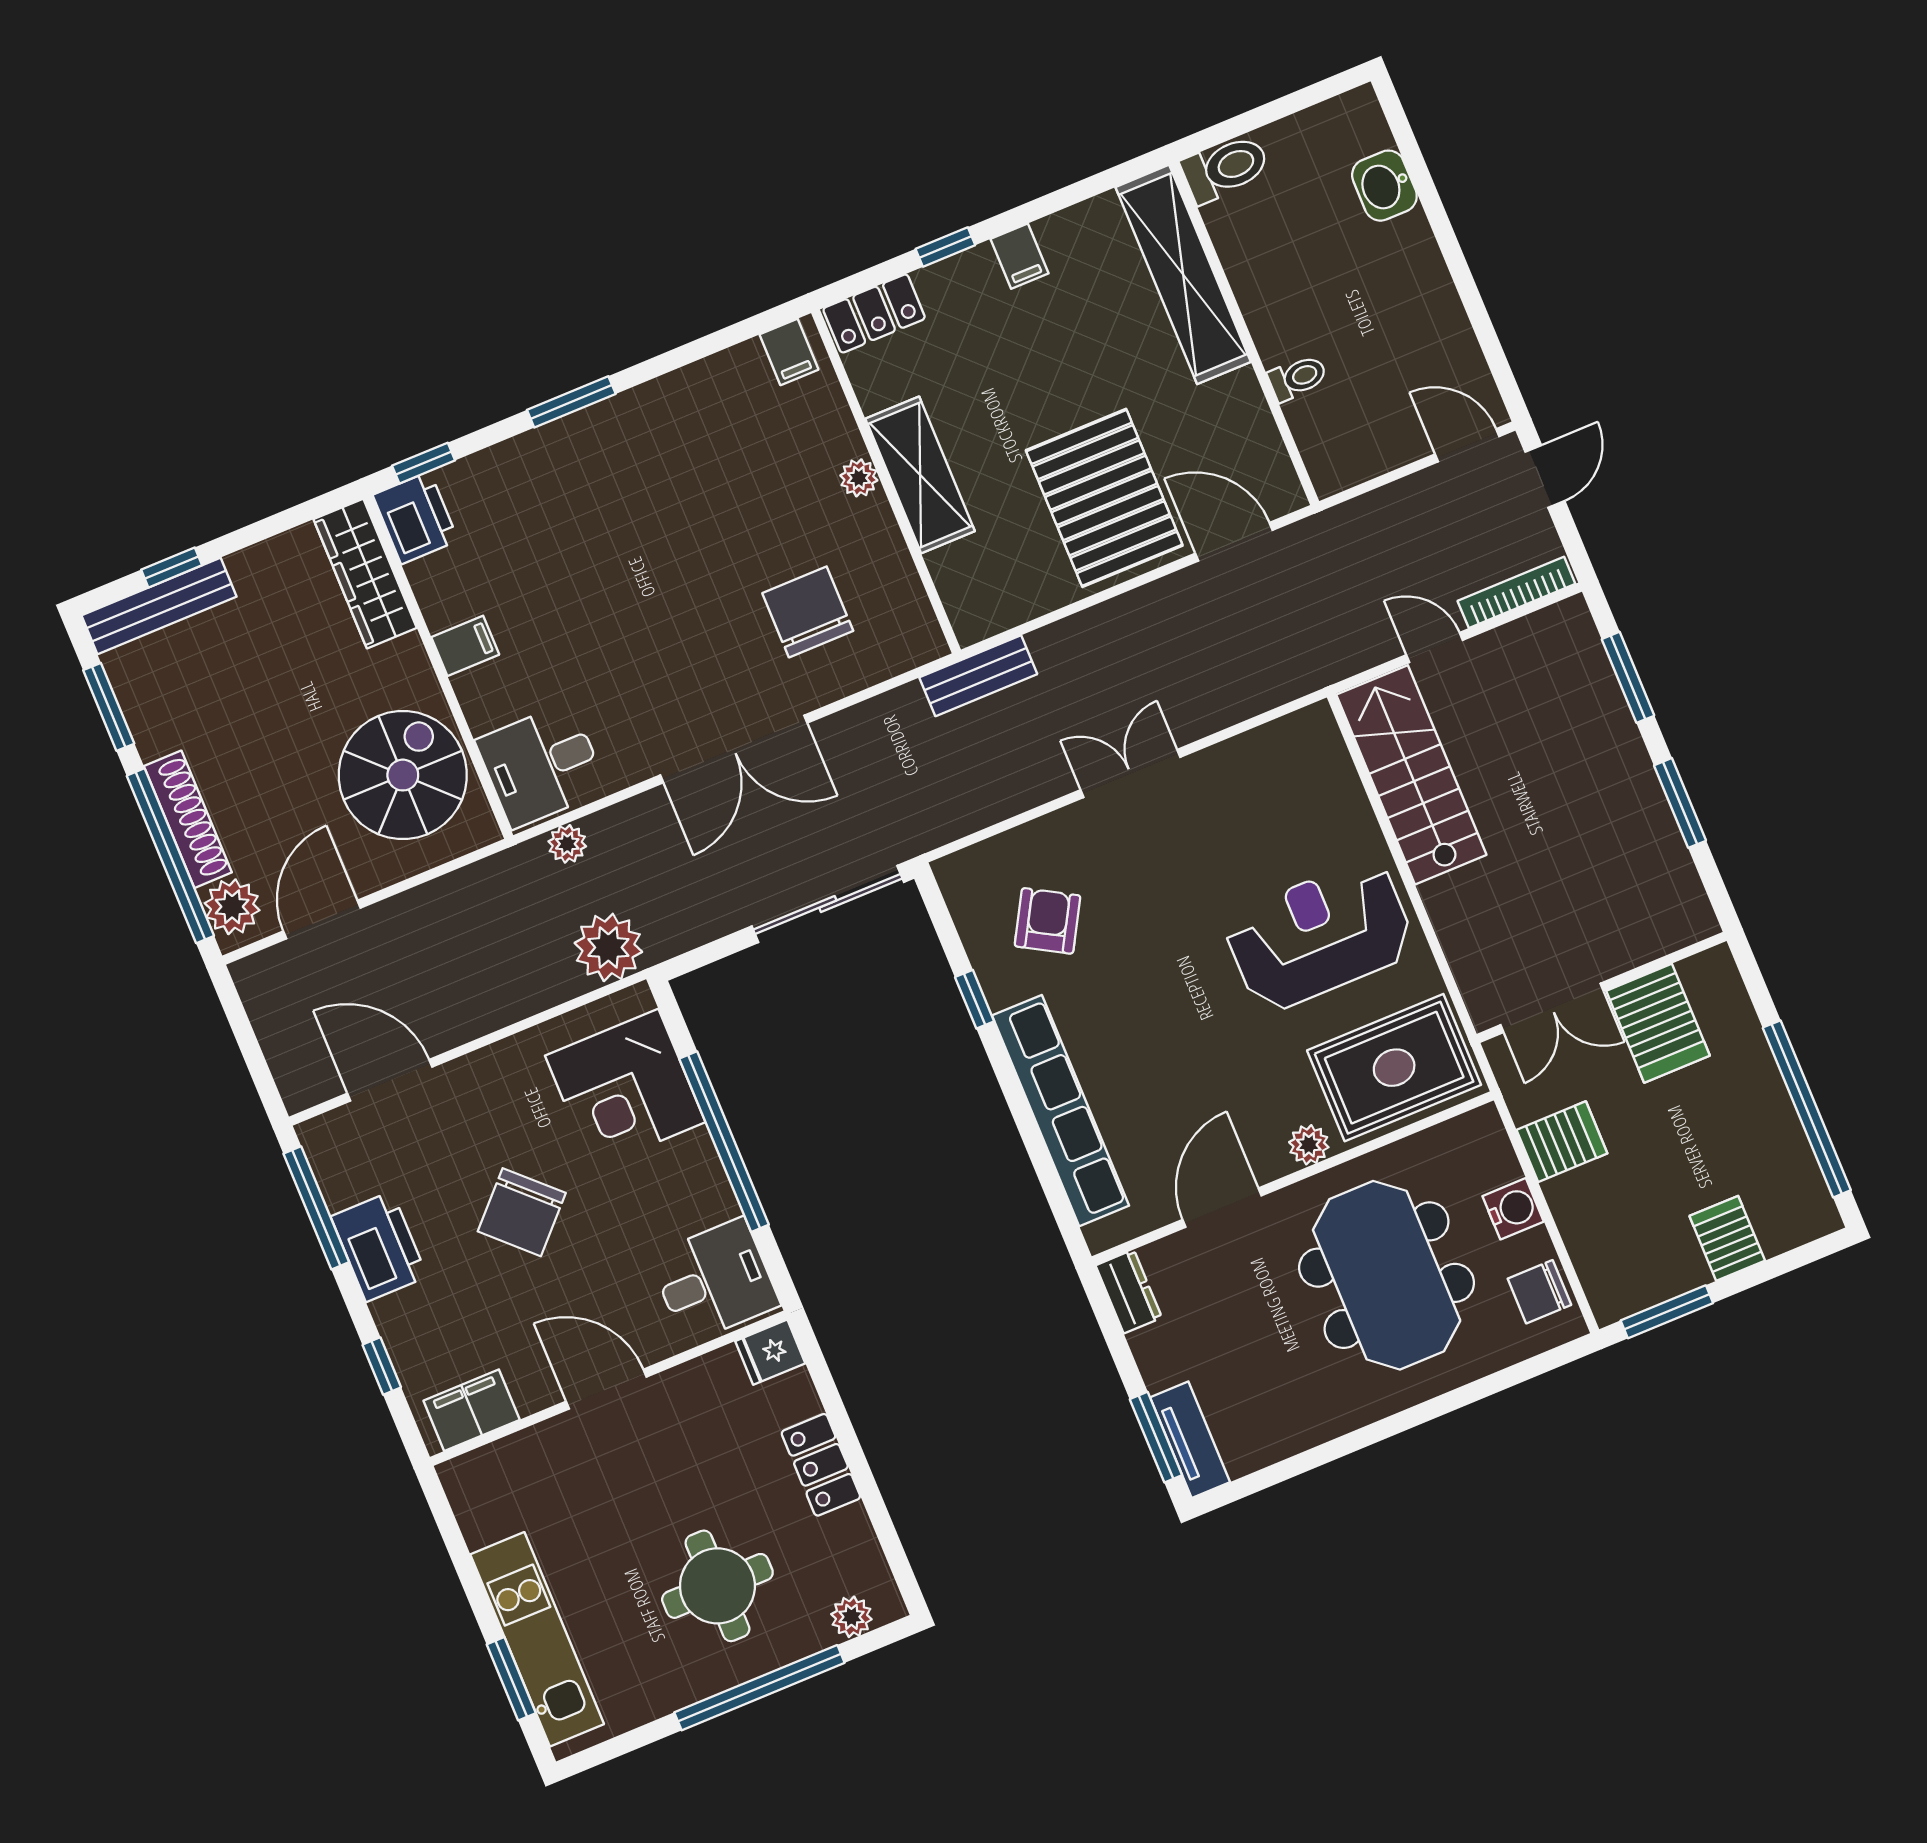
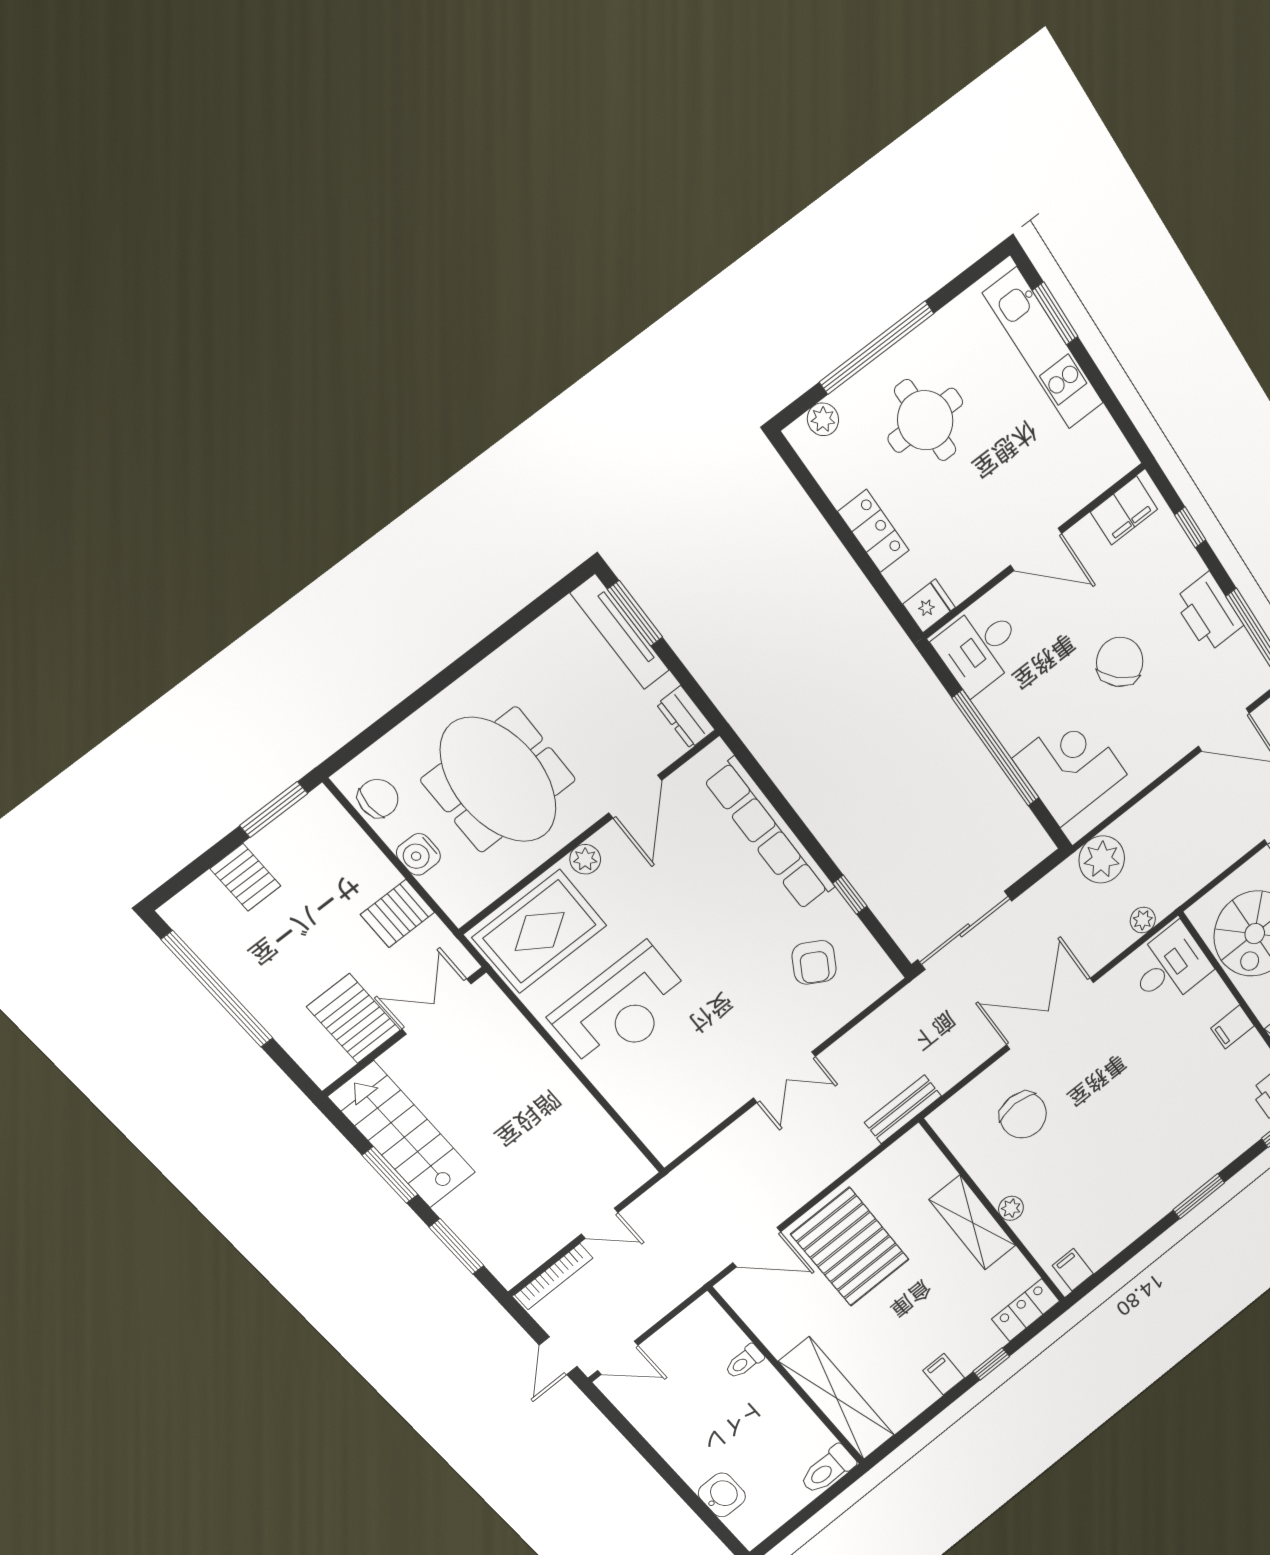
stairs: (1411, 775) -> (402, 1135), moved, turned 180
tv unit: (1190, 1440) -> (620, 632), width x1.41

